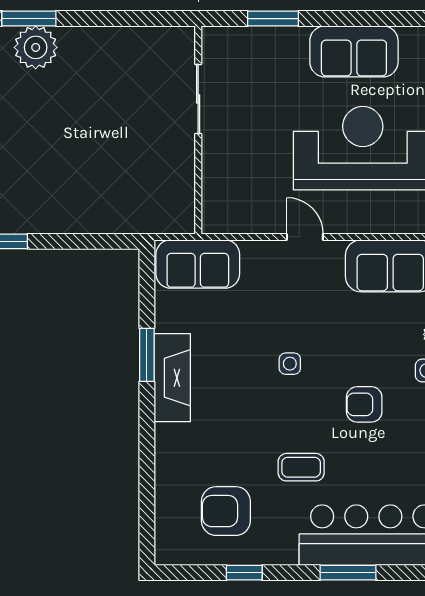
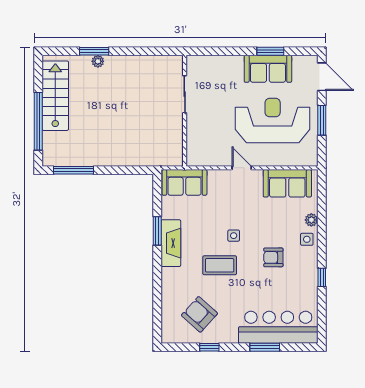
window: (273, 19) -> (270, 51), moved
plant: (36, 47) -> (98, 61), width x0.53, depth x0.53
coffee table: (301, 467) -> (220, 265), moved, width x1.36, depth x1.30
armchair: (226, 511) -> (199, 314), turned 42

